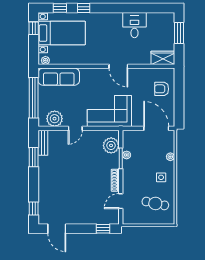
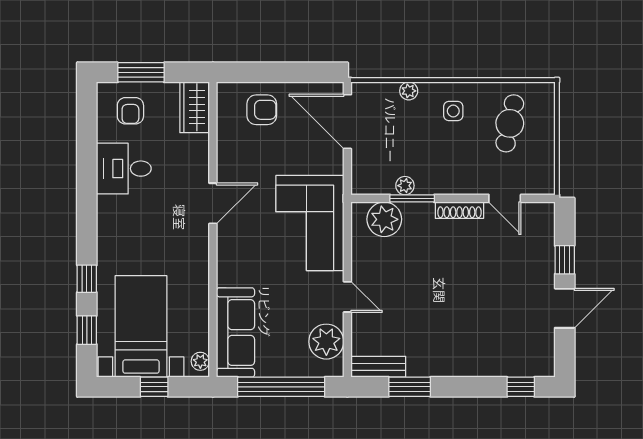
window: (34, 28) -> (154, 387), moved
armchair: (161, 28) -> (130, 111), added
armchair: (162, 89) -> (262, 110), turned -90
door: (156, 128) -> (347, 122), hinge flipped
door: (57, 229) -> (565, 308), moved
window: (103, 229) -> (565, 260), moved

